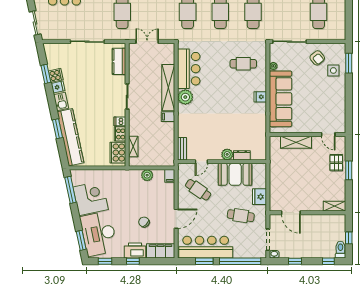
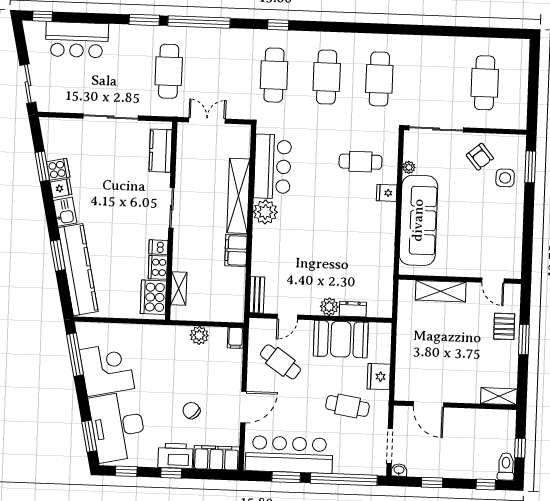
fridge: (260, 97) -> (387, 193), moved
filing cabinet: (168, 117) -> (236, 250), width x2.00

